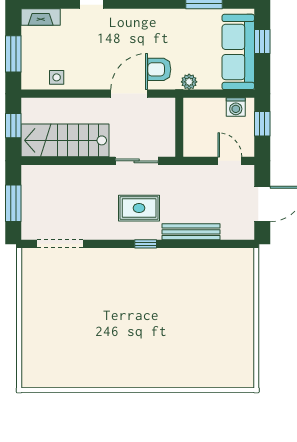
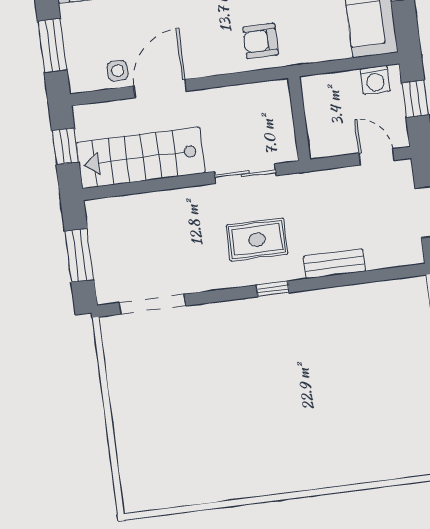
plant: (189, 82) -> (305, 53), removed
door: (129, 94) -> (160, 88), moved
bench: (191, 232) -> (334, 264), width x0.73

